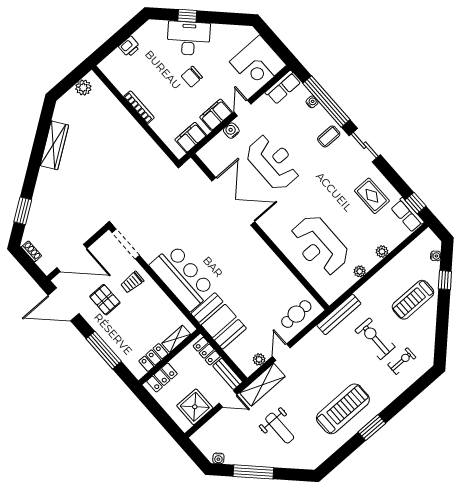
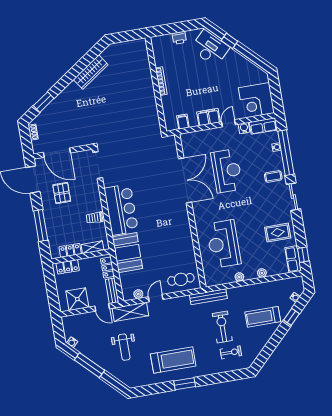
desk: (189, 38) -> (210, 48), moved
chair: (192, 77) -> (208, 82), removed
plant: (83, 88) -> (133, 46), removed
water cooler: (231, 131) -> (244, 128), moved
filing cabinet: (191, 137) -> (183, 122), width x0.50
rug: (372, 196) -> (278, 233), turned 90
trolley: (132, 282) -> (94, 218), moved

